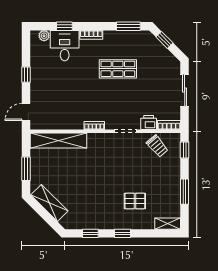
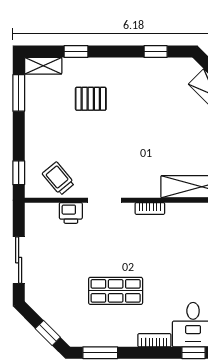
bookcase: (169, 125) -> (41, 209), removed
window: (185, 192) -> (19, 93), moved
window: (122, 233) -> (76, 52), moved

